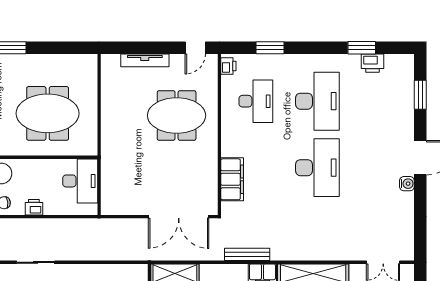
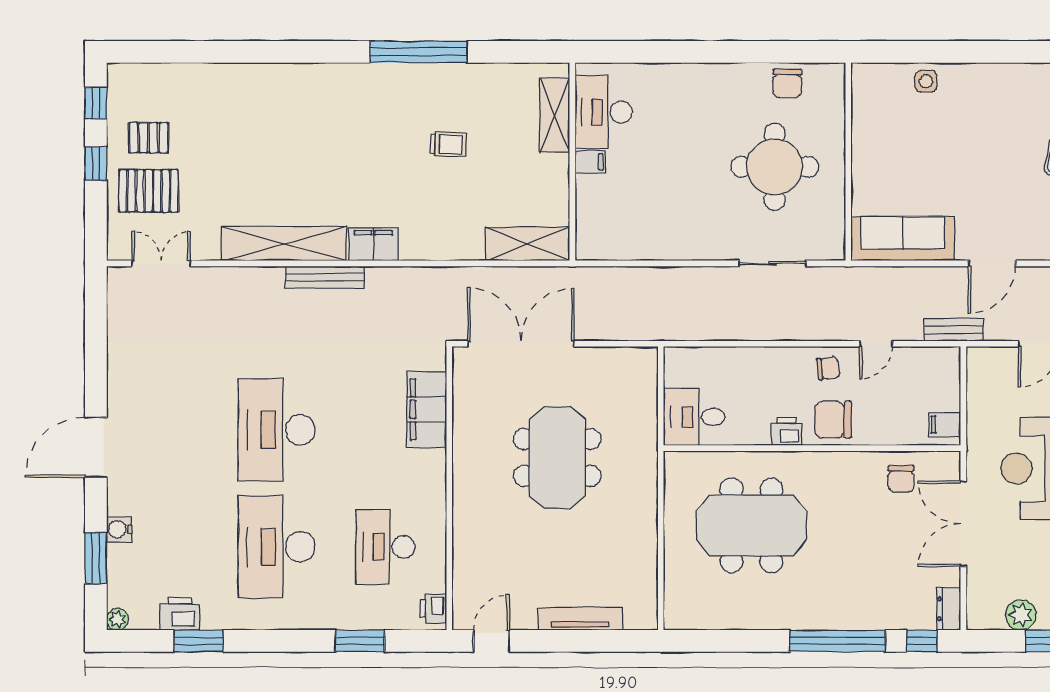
plant: (408, 60) -> (117, 619), added
meeting table: (177, 115) -> (557, 457), moved, turned 90
desk: (80, 181) -> (694, 417), width x0.73
water cooler: (407, 184) -> (119, 529), moved
printer: (34, 207) -> (786, 432), moved, turned 180
bench: (247, 254) -> (325, 277), moved

